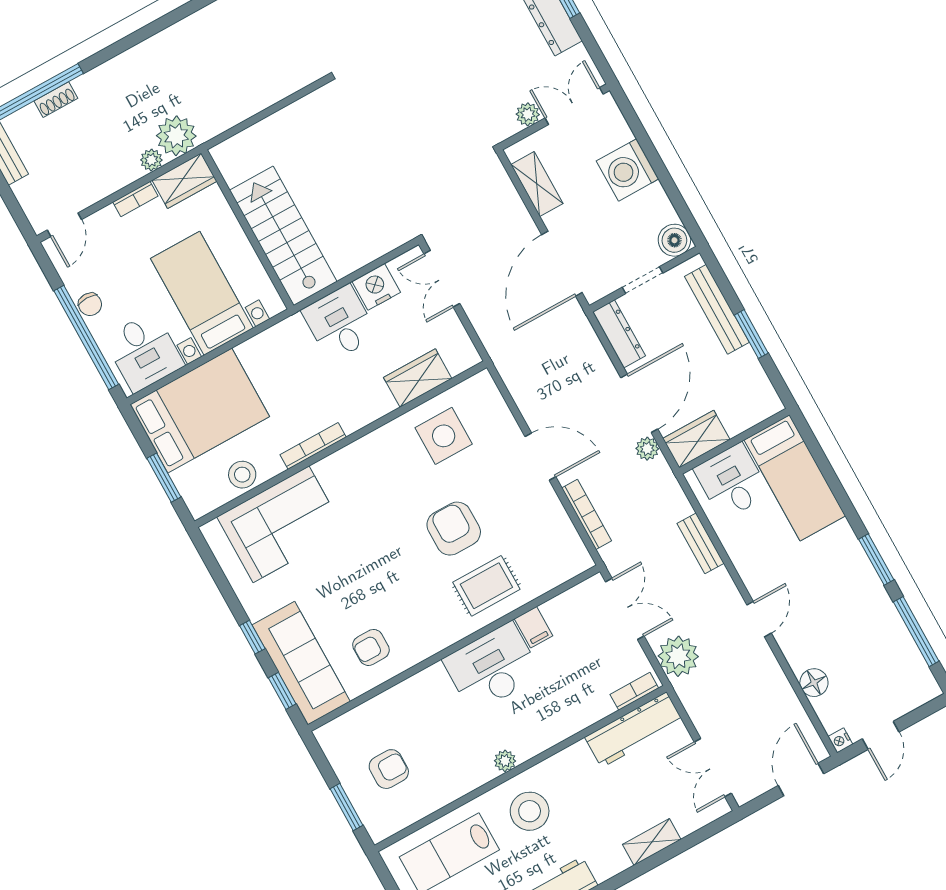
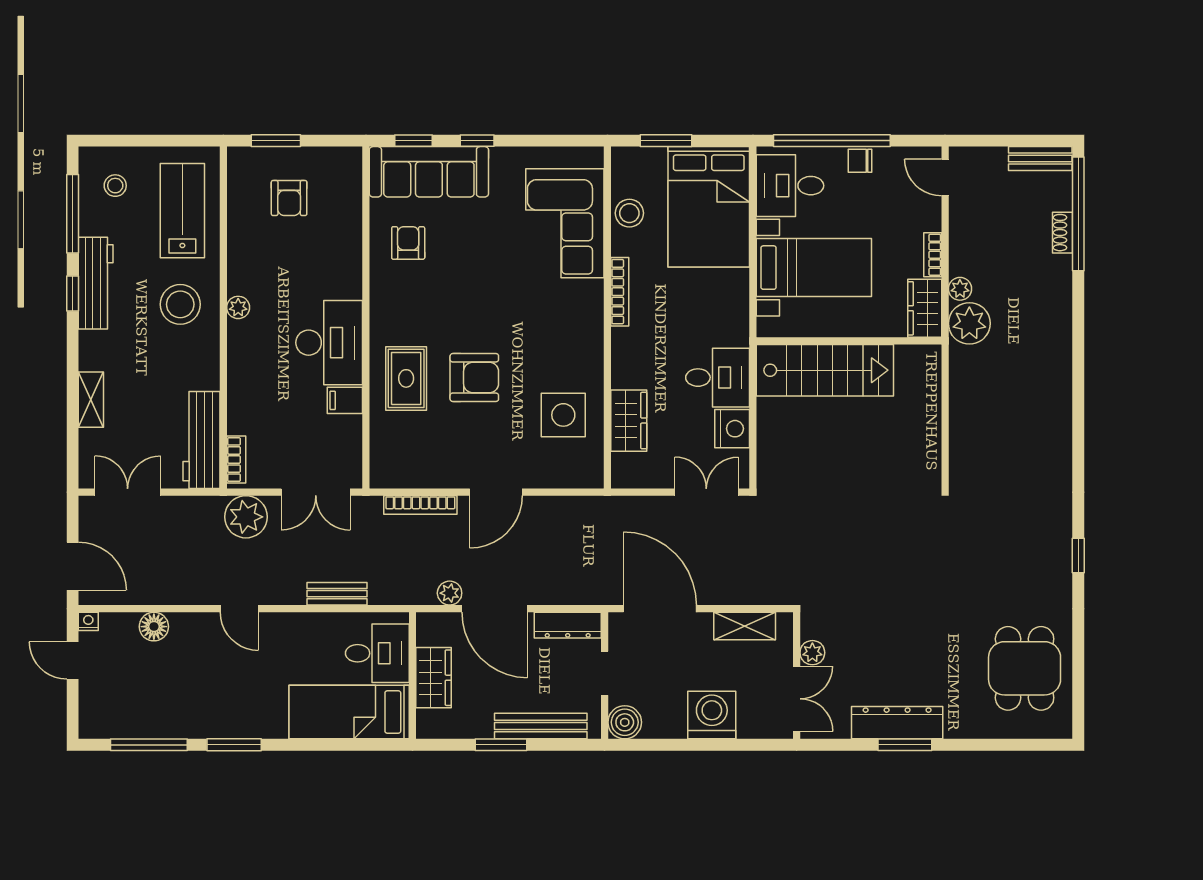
wardrobe: (696, 439) -> (434, 678), moved

